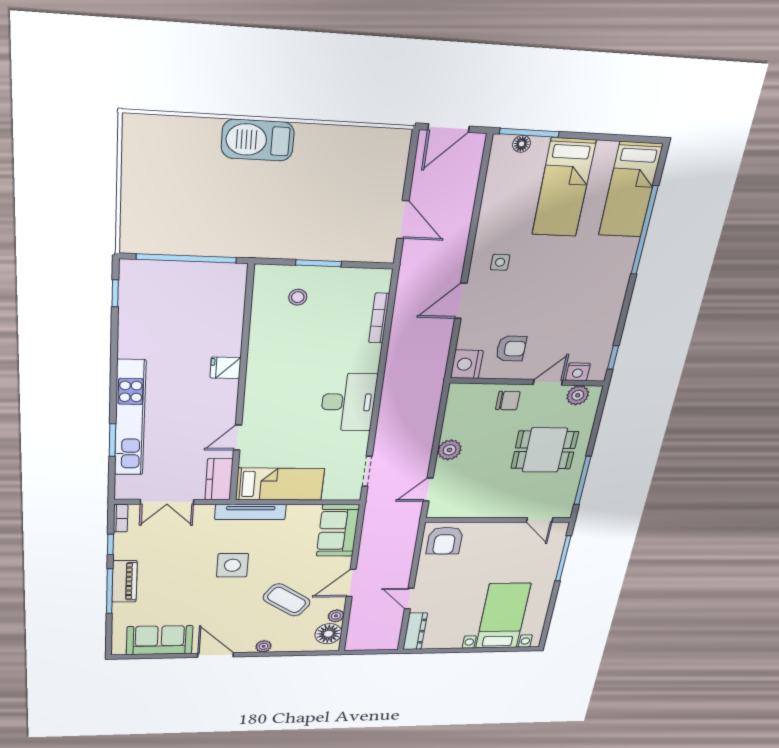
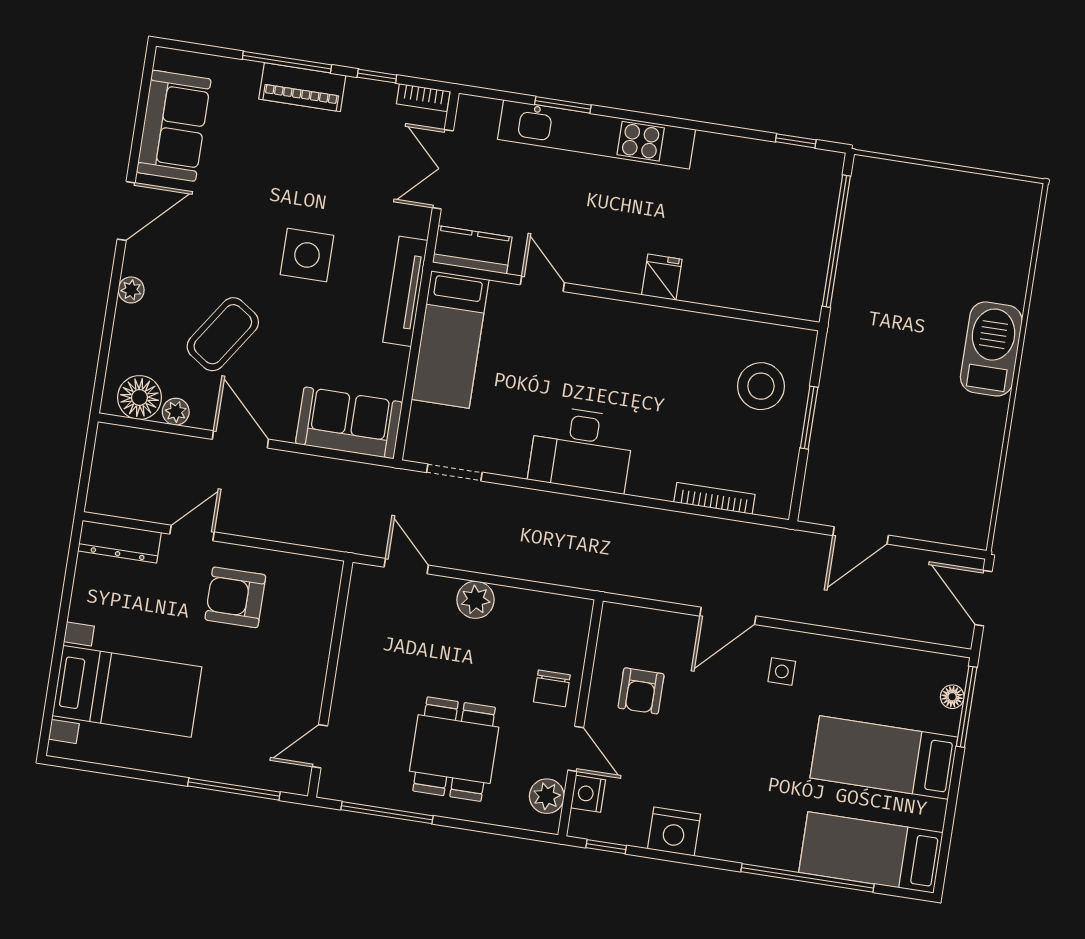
stool: (298, 297) -> (761, 386), width x1.89, depth x1.89
door: (461, 301) -> (728, 616), swing flipped
nightstand: (467, 364) -> (674, 832), moved, turned 180
armchair: (445, 541) -> (235, 597), moved

